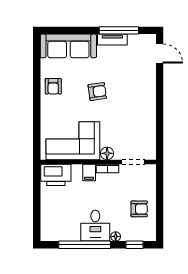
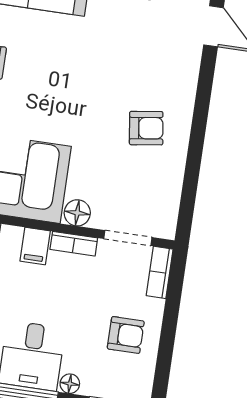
armchair: (97, 92) -> (146, 128), moved
bookcase: (151, 176) -> (160, 272), added

